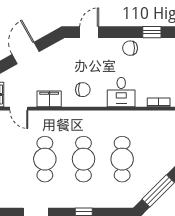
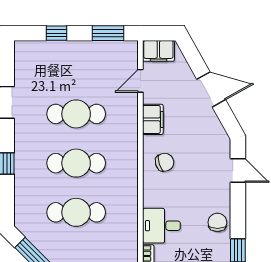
chair: (83, 90) -> (165, 162), turned -107
desk: (121, 92) -> (161, 226), moved

